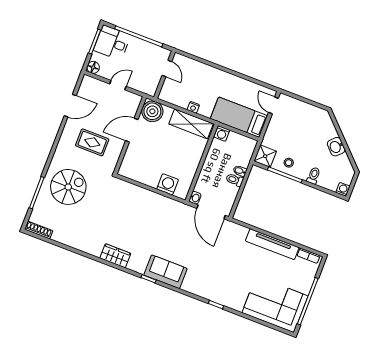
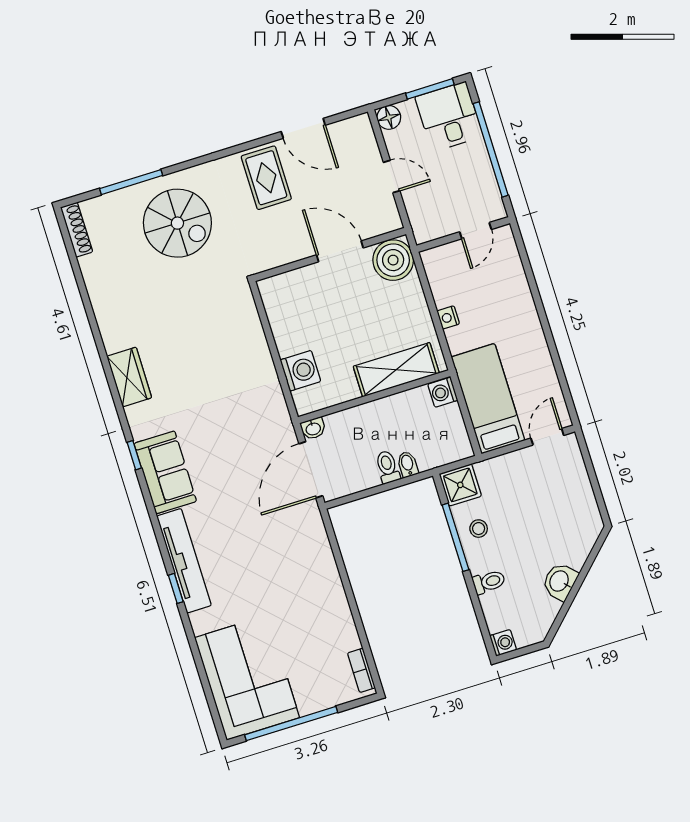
shelving: (191, 124) -> (396, 370), moved, turned 90
rug: (92, 142) -> (266, 178), moved
tv unit: (272, 244) -> (184, 561), moved, turned 180

